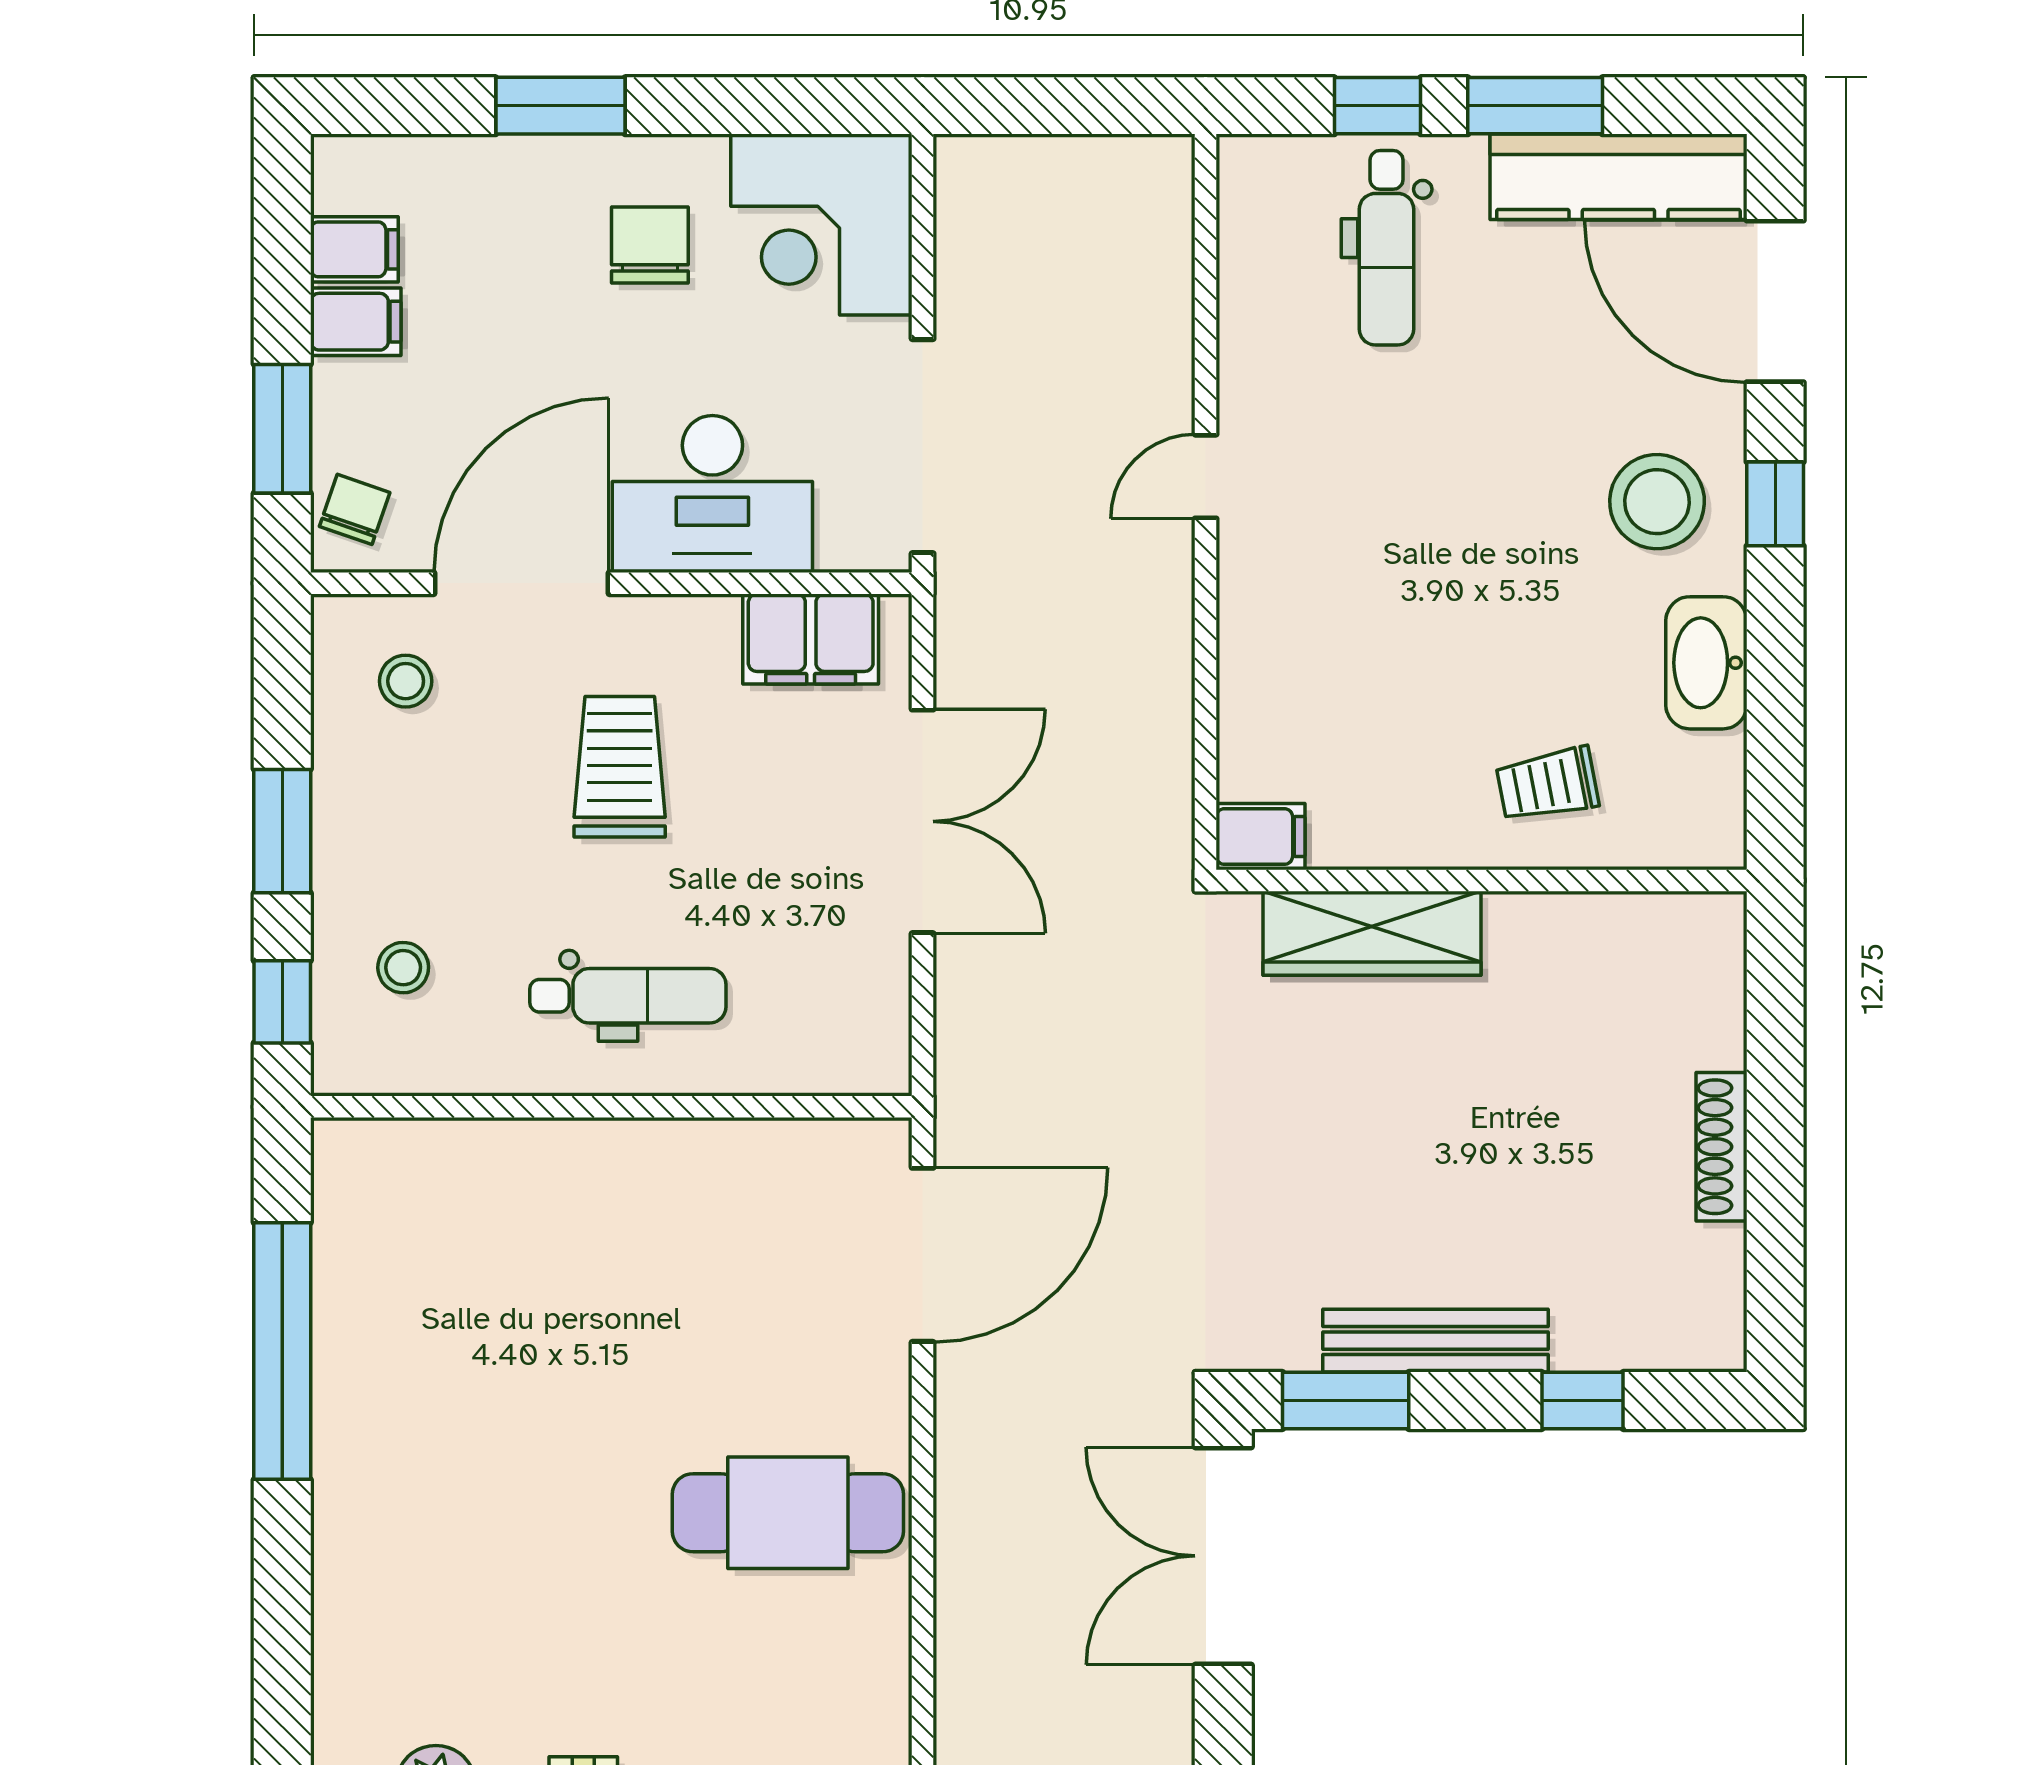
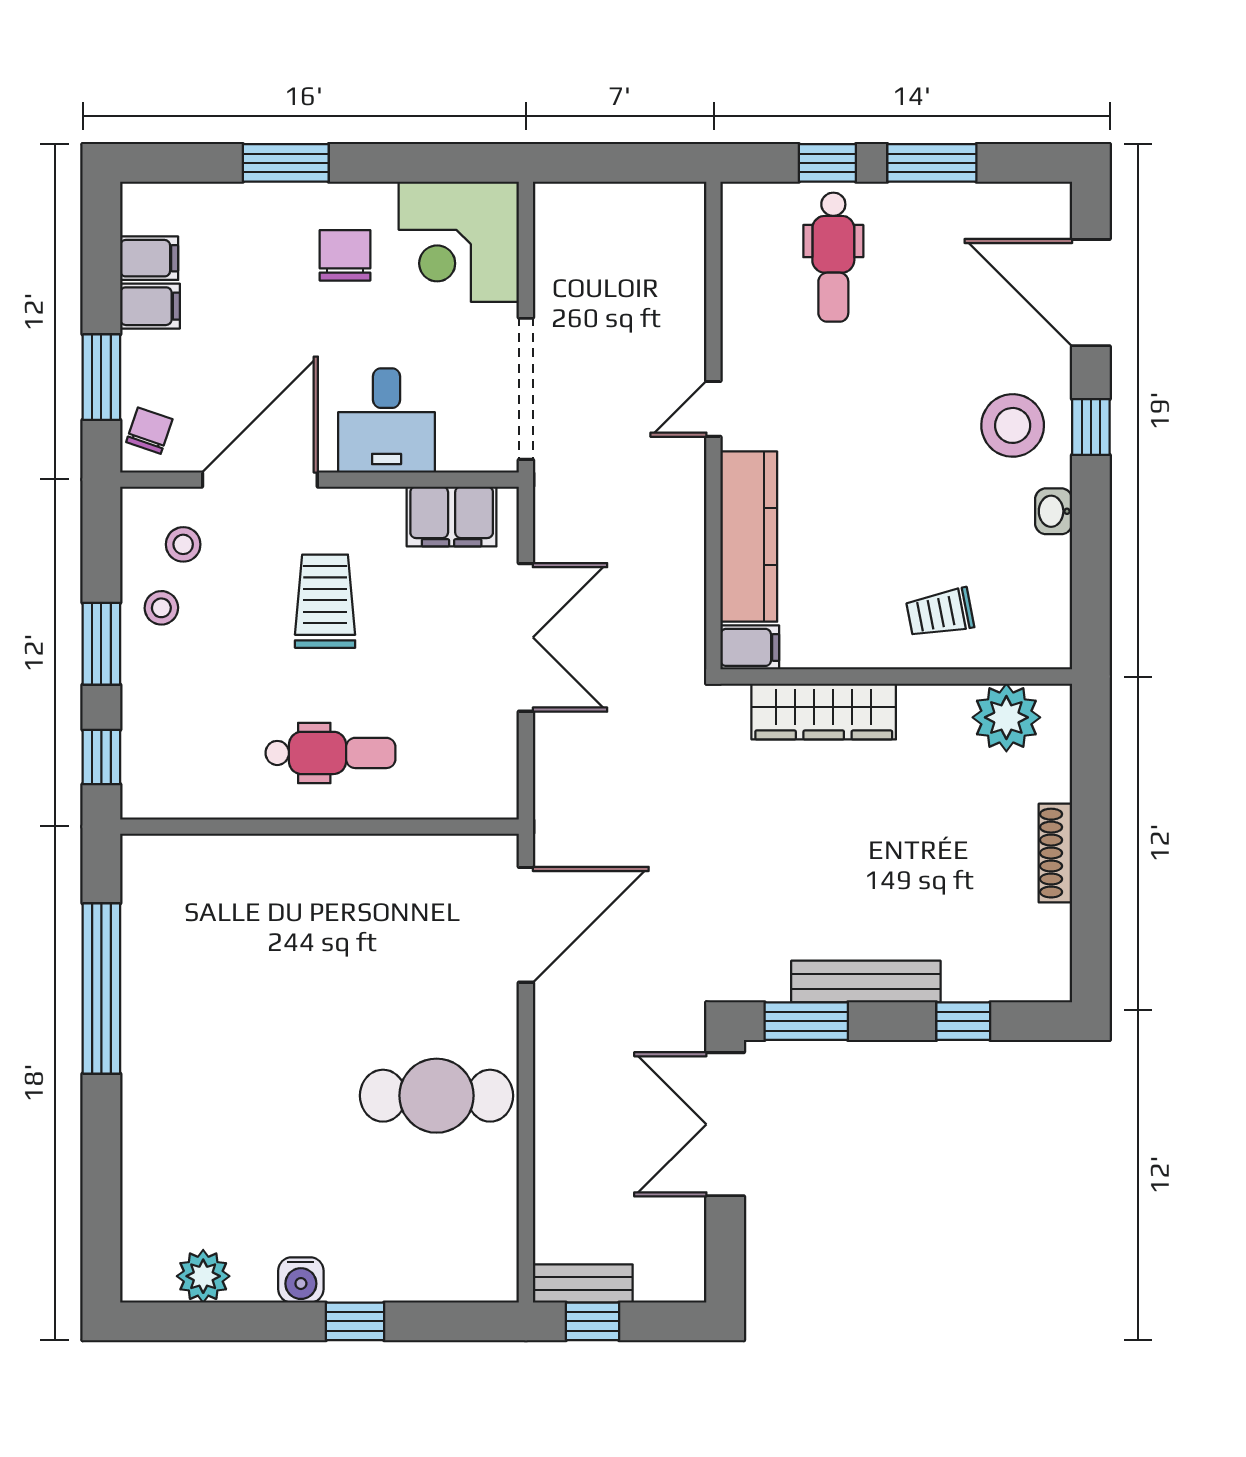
kitchen counter: (1618, 177) -> (749, 537), moved, turned -90
desk: (712, 494) -> (387, 420), width x0.73
washbasin: (1706, 663) -> (1054, 511), width x0.52, depth x0.69
plant: (1648, 942) -> (1006, 717), added
stool: (403, 968) -> (161, 608), moved

